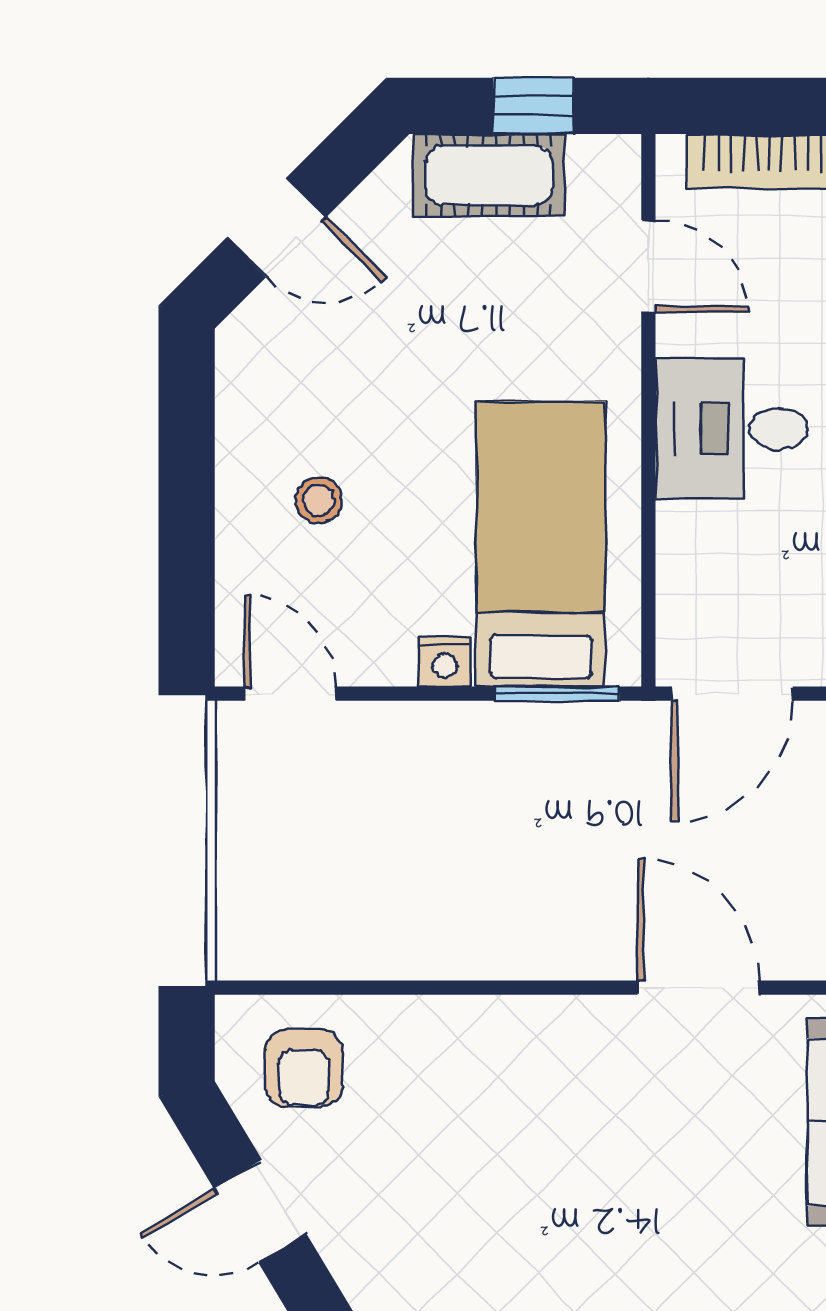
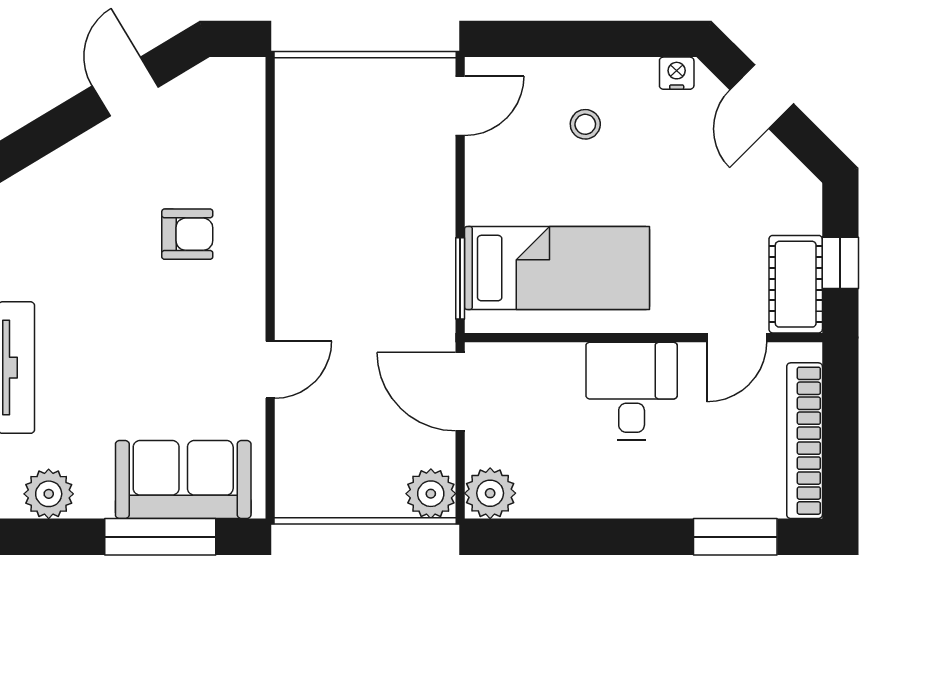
cot: (489, 175) -> (796, 284), moved
nightstand: (445, 662) -> (677, 73), moved, turned 90
door: (698, 988) -> (270, 370), width x0.73
armchair: (304, 1068) -> (187, 234), moved, turned 180

